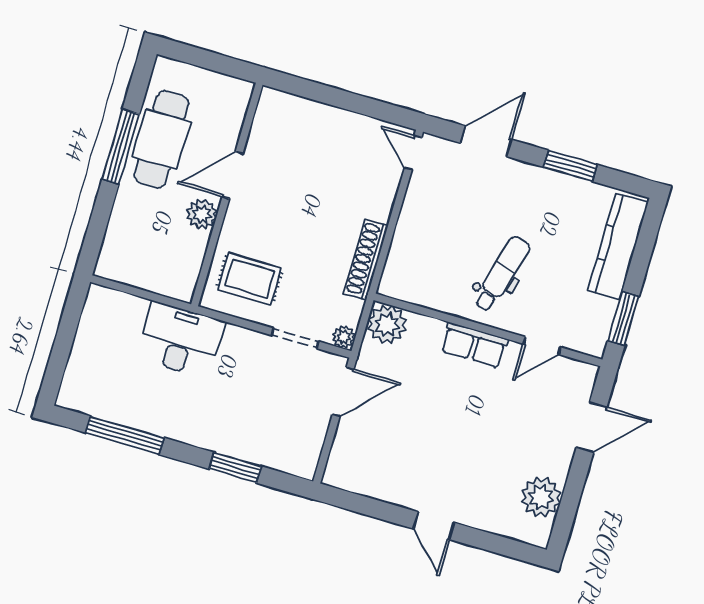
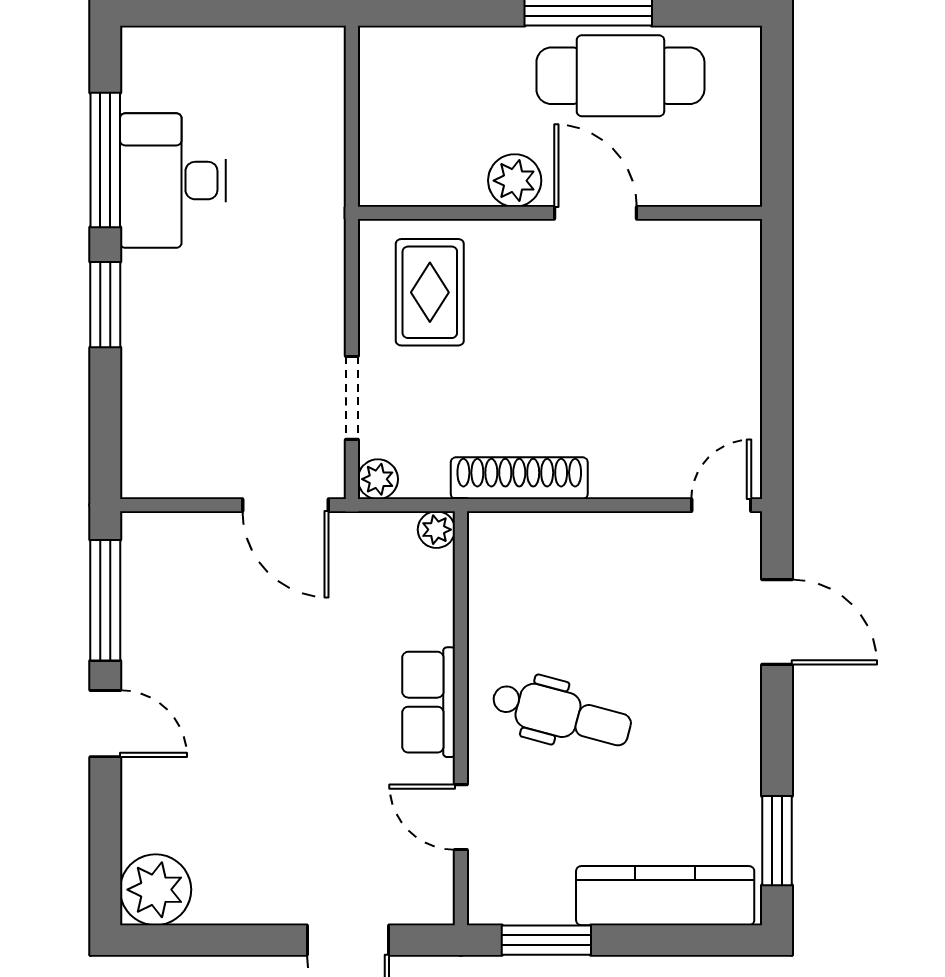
window: (570, 166) -> (777, 841), moved
plant: (387, 324) -> (436, 530), width x0.53, depth x0.53
desk: (181, 340) -> (173, 181), moved, turned 180
window: (235, 468) -> (105, 305), moved
plant: (541, 497) -> (156, 890), moved
window: (366, 506) -> (105, 600), added
door: (434, 526) -> (105, 724), swing flipped

